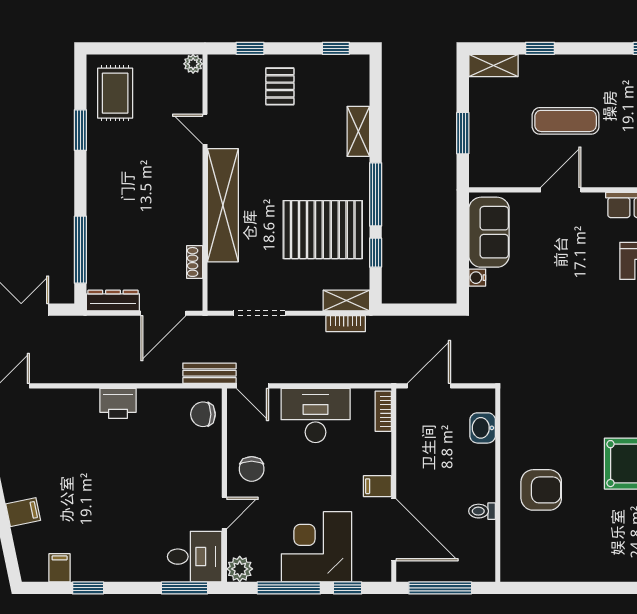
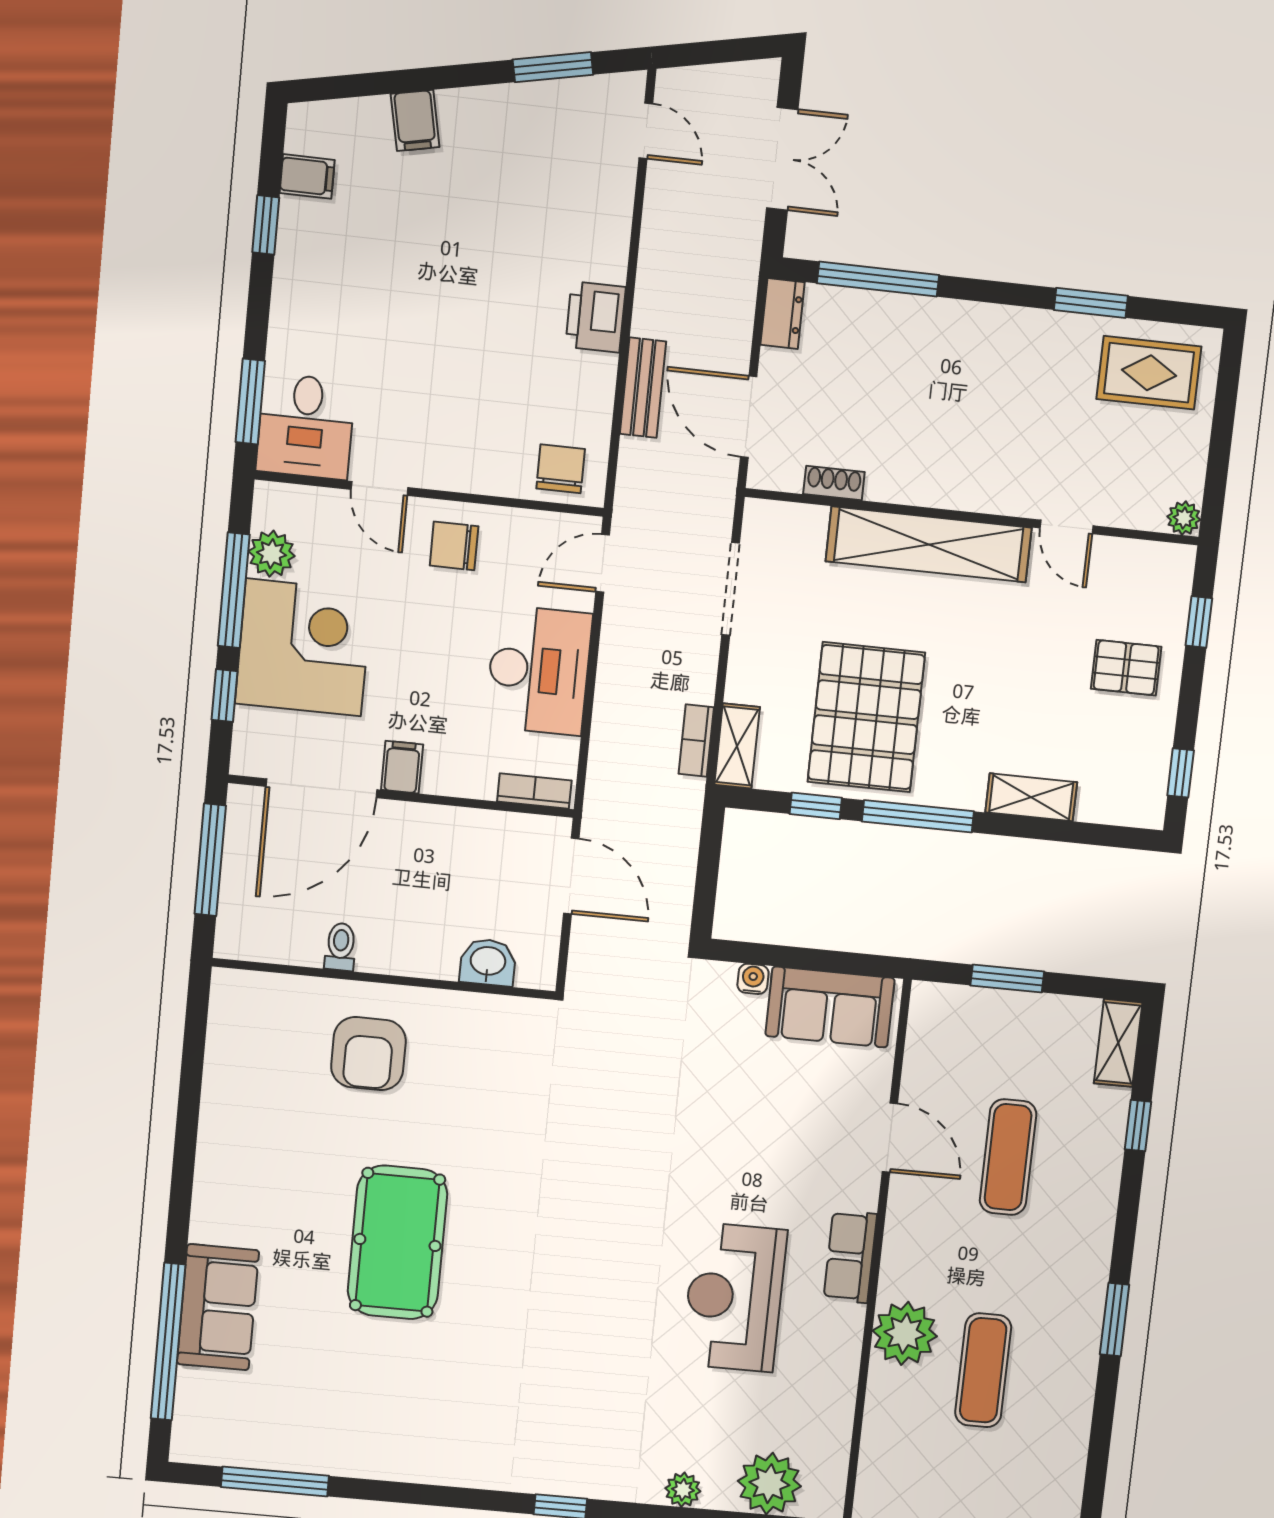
door: (205, 129) -> (1067, 527), swing flipped
dresser: (113, 300) -> (783, 314), width x0.70
bench: (209, 373) -> (643, 388), moved
plant: (240, 569) -> (272, 554), moved

